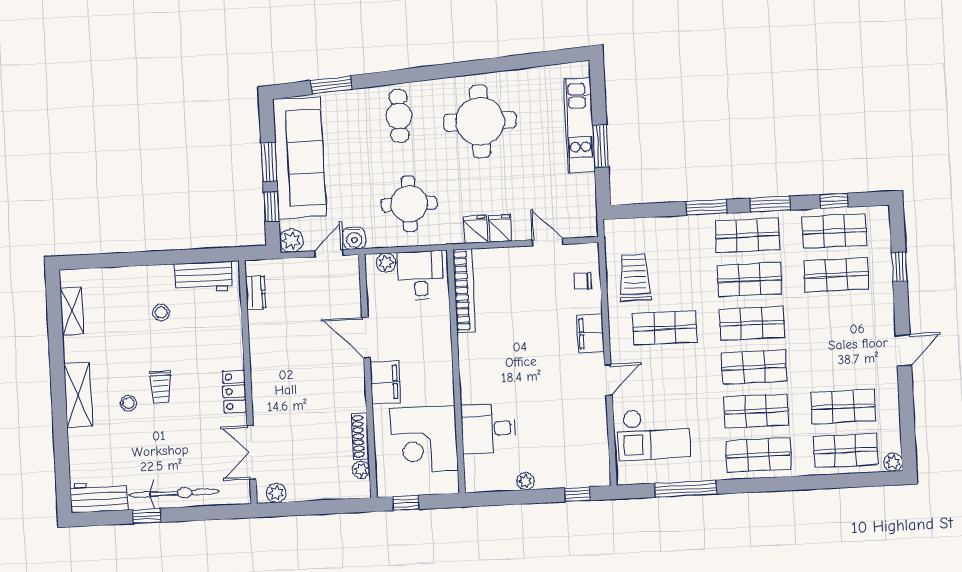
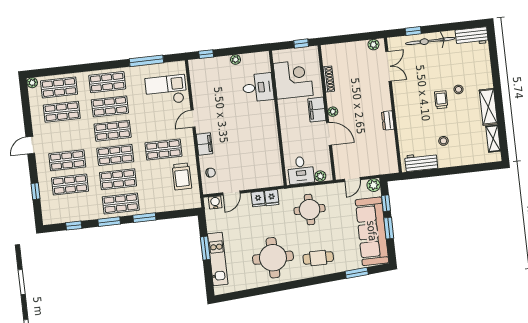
cafe table: (399, 116) -> (318, 258), turned 90
shop shelf: (834, 231) -> (67, 160), moved
water cooler: (354, 238) -> (215, 202), moved
door: (548, 242) -> (231, 193), hinge flipped
bookcase: (464, 290) -> (276, 163), removed
dresser: (256, 292) -> (388, 120), moved
locker: (234, 391) -> (400, 100), removed
shelving: (78, 395) -> (488, 107), moved
plant: (361, 470) -> (333, 112), moved
window: (147, 516) -> (413, 31), moved

